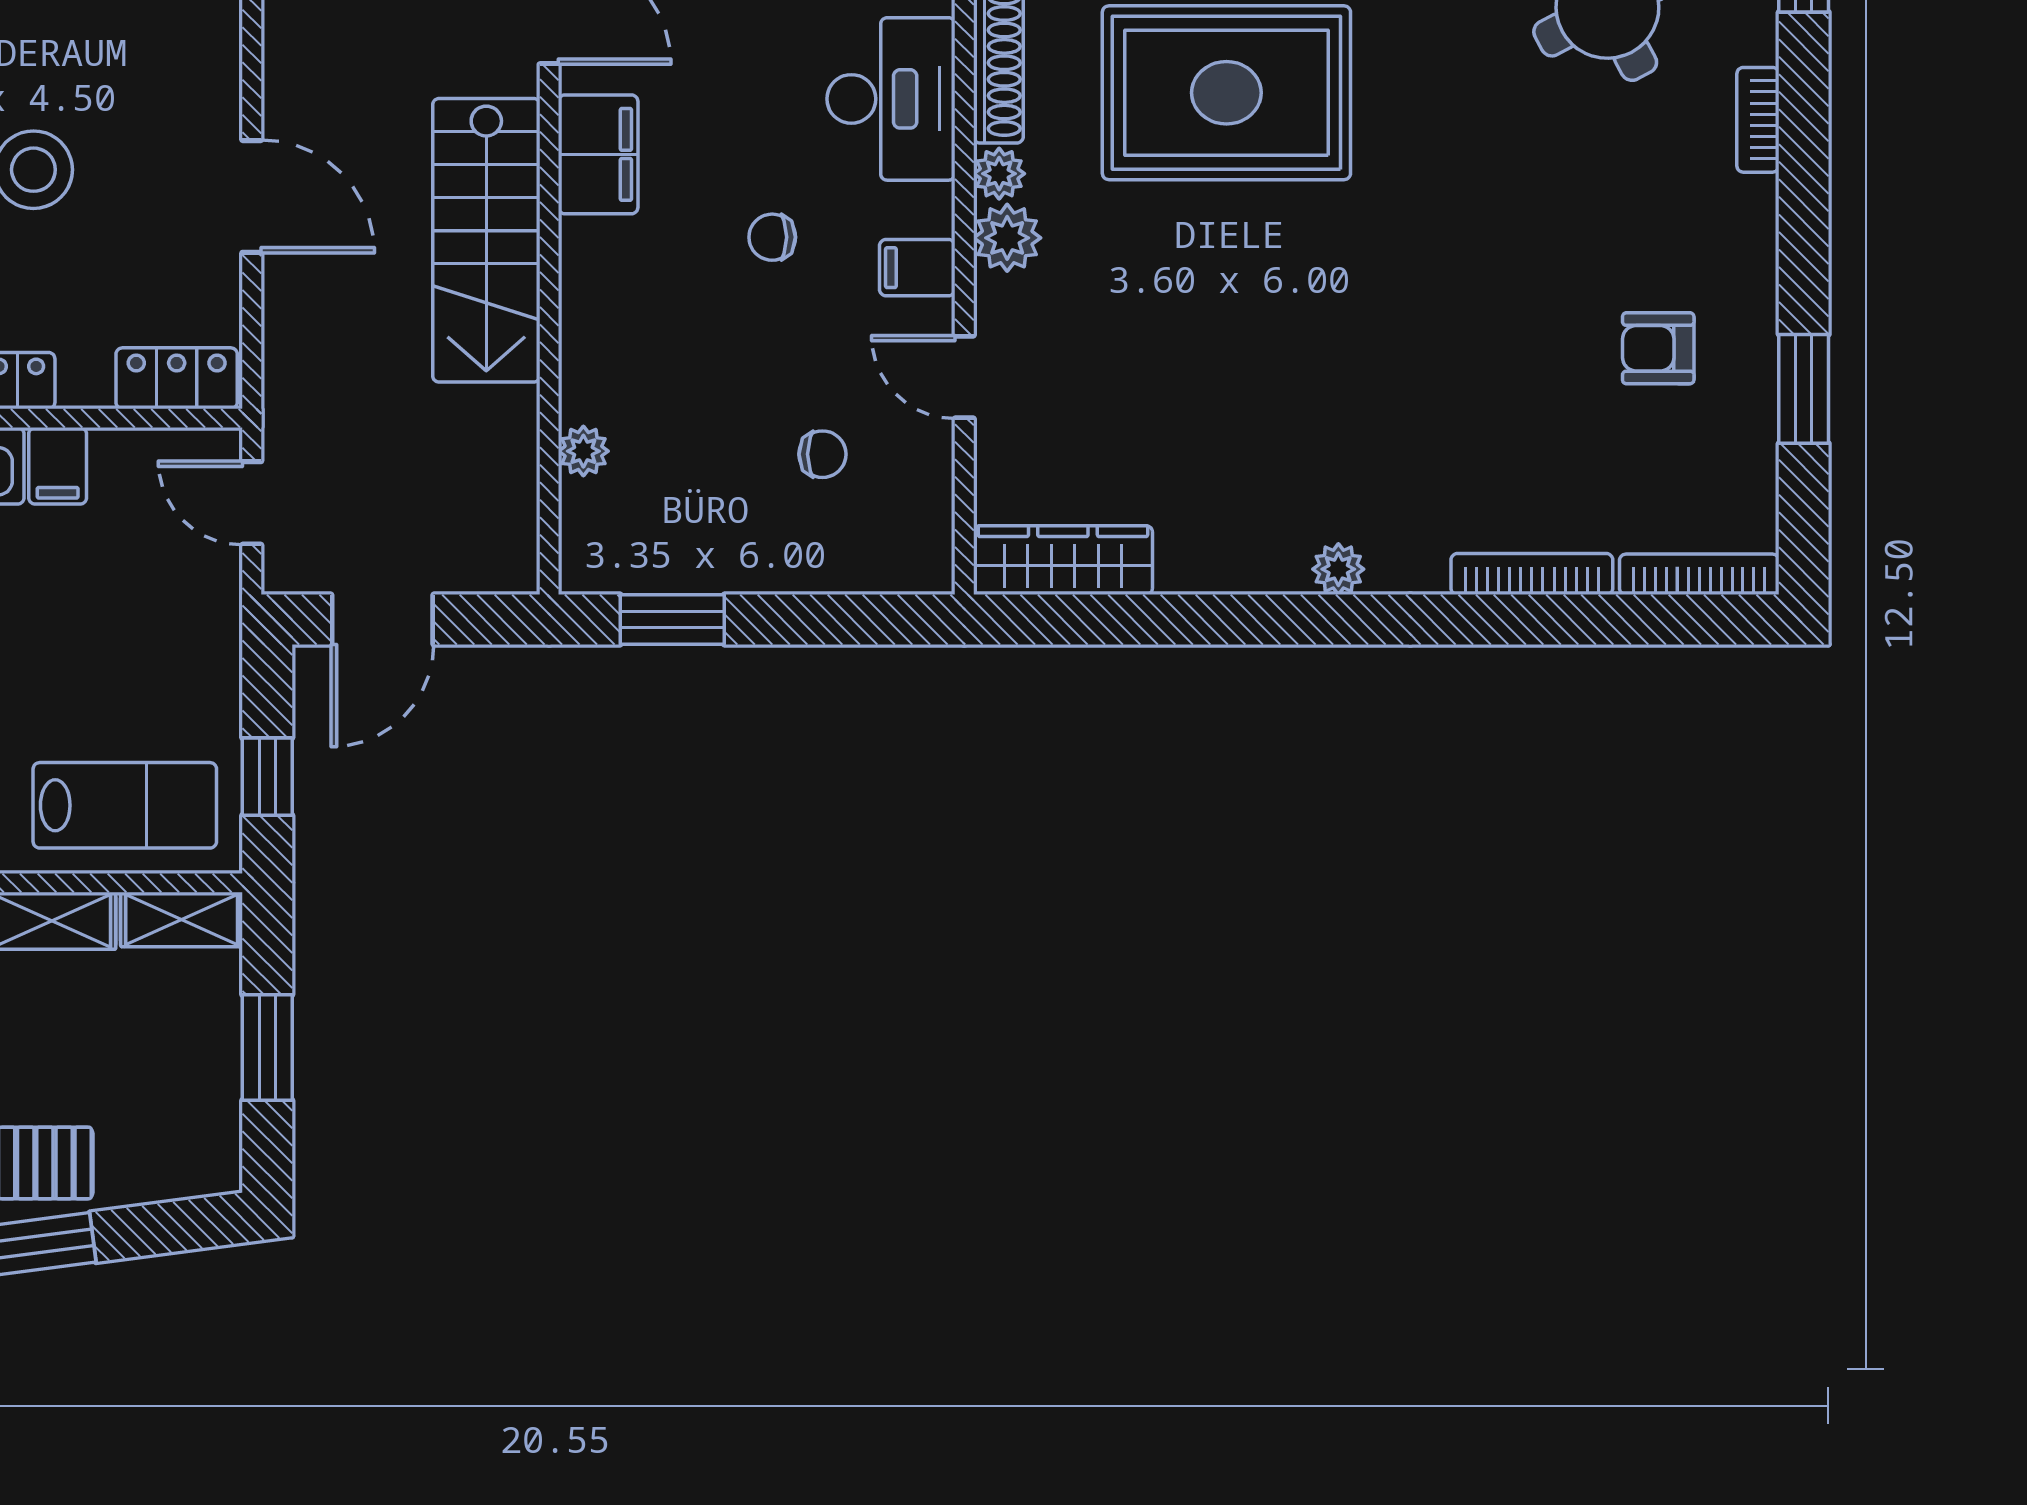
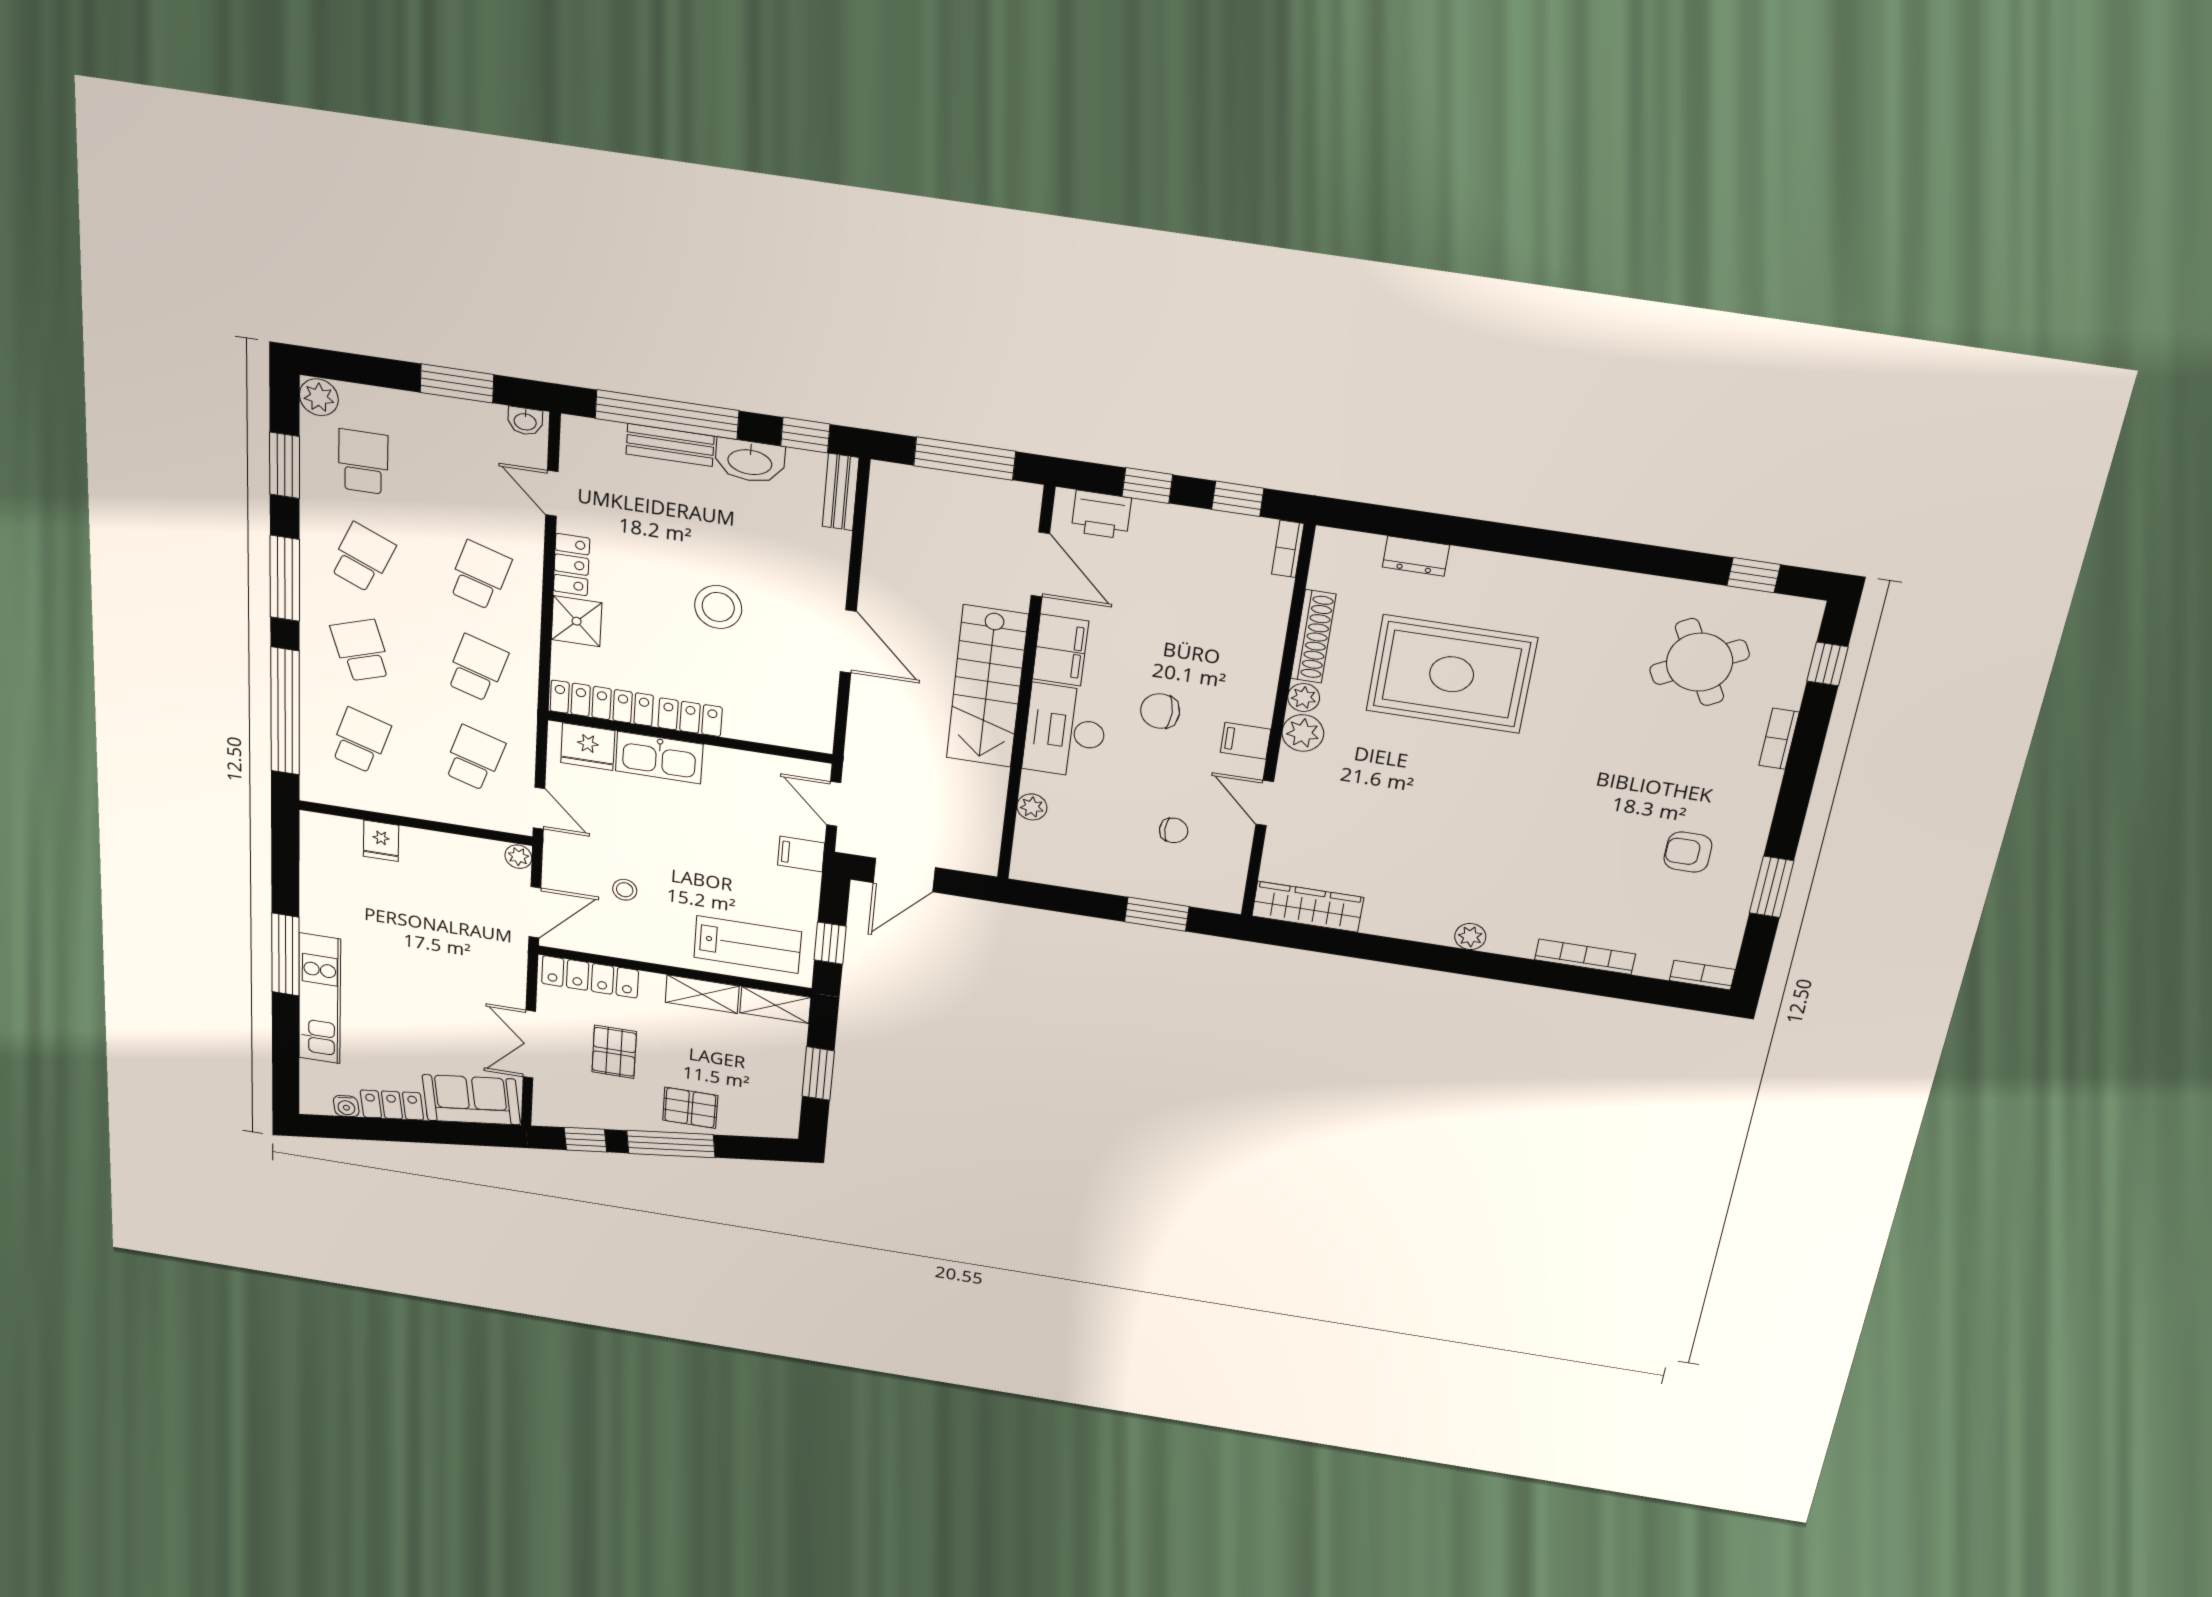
desk: (891, 99) -> (1065, 731), moved, turned 180
chair: (772, 237) -> (1160, 711), width x1.37, depth x1.37
locker: (177, 378) -> (795, 732), removed
filing cabinet: (58, 466) -> (801, 854), moved, turned 90
bookcase: (1699, 574) -> (1702, 975), width x0.64
window: (672, 619) -> (1157, 914), moved

